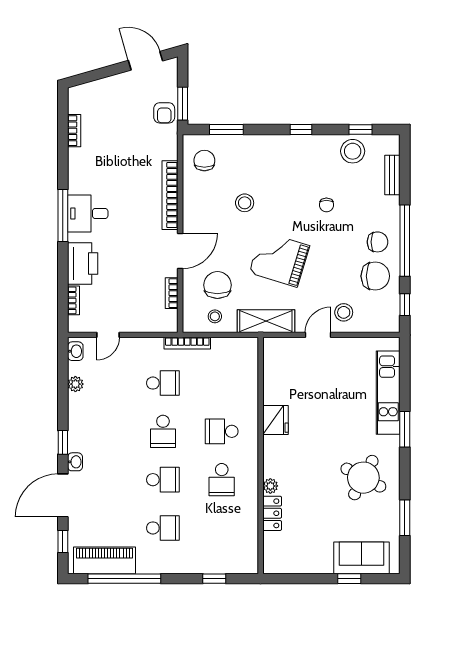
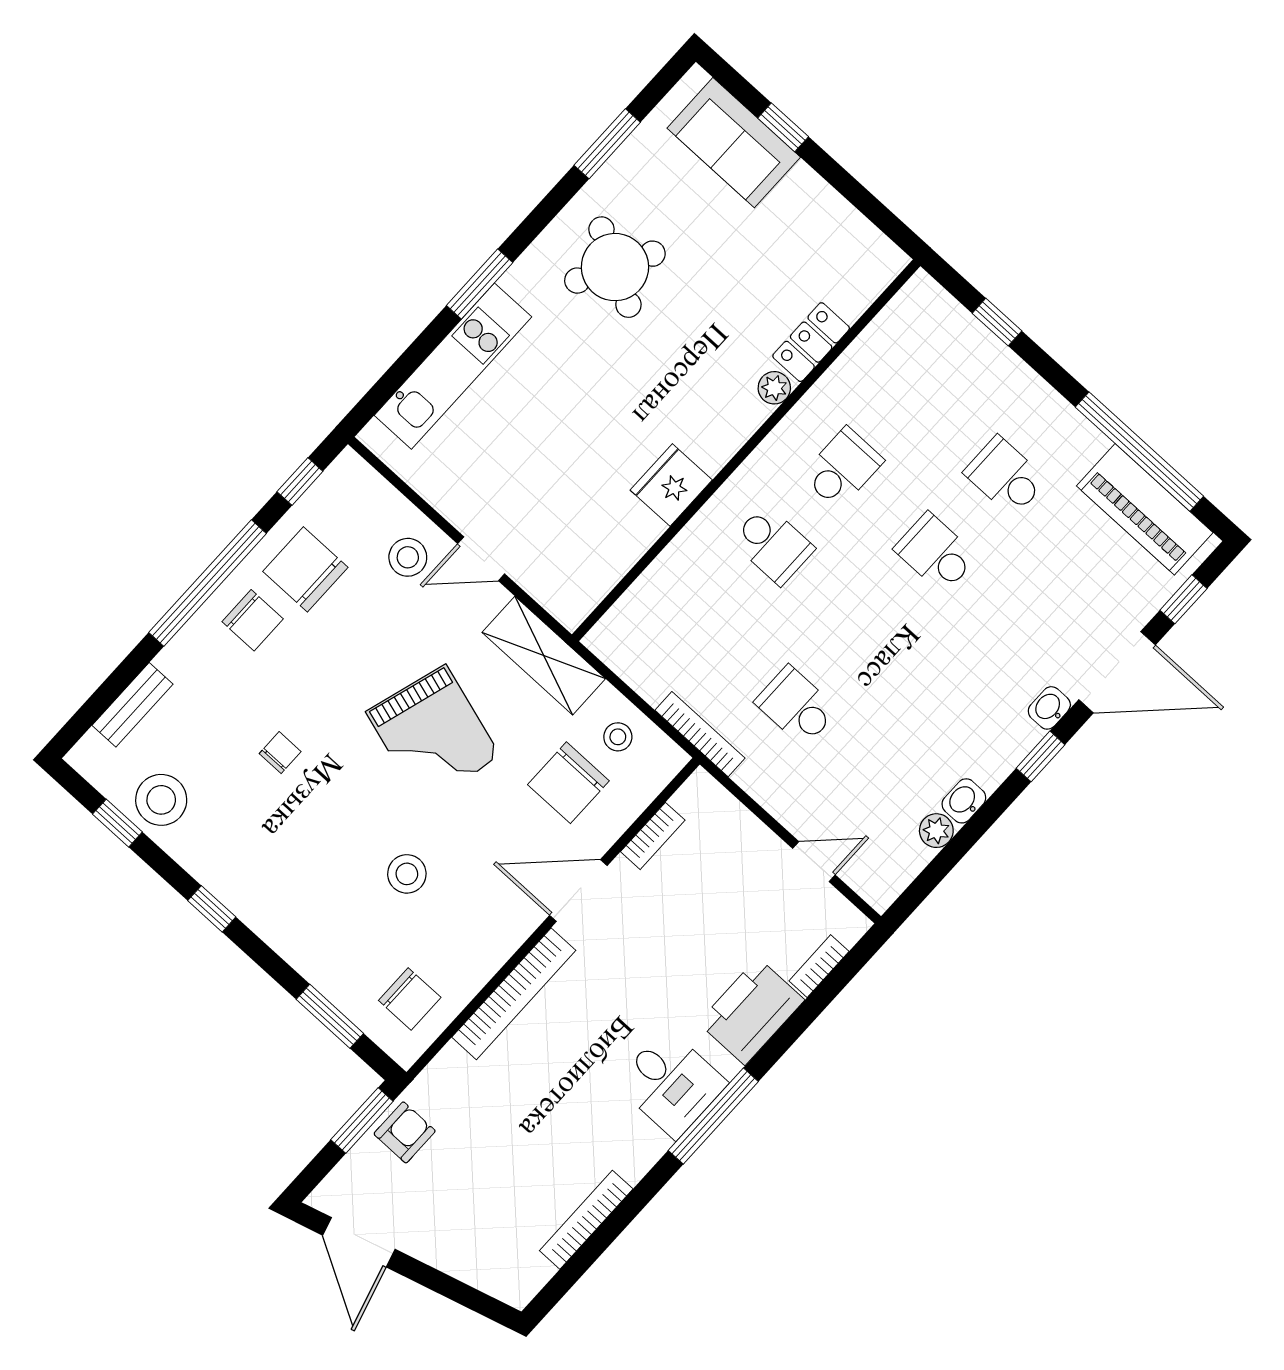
bookcase: (74, 131) -> (586, 1220), width x1.56
chair: (204, 161) -> (410, 999), turned -90
chair: (377, 242) -> (253, 620), turned 180
washbasin: (75, 351) -> (964, 801), moved
school desk: (163, 431) -> (866, 629), removed

